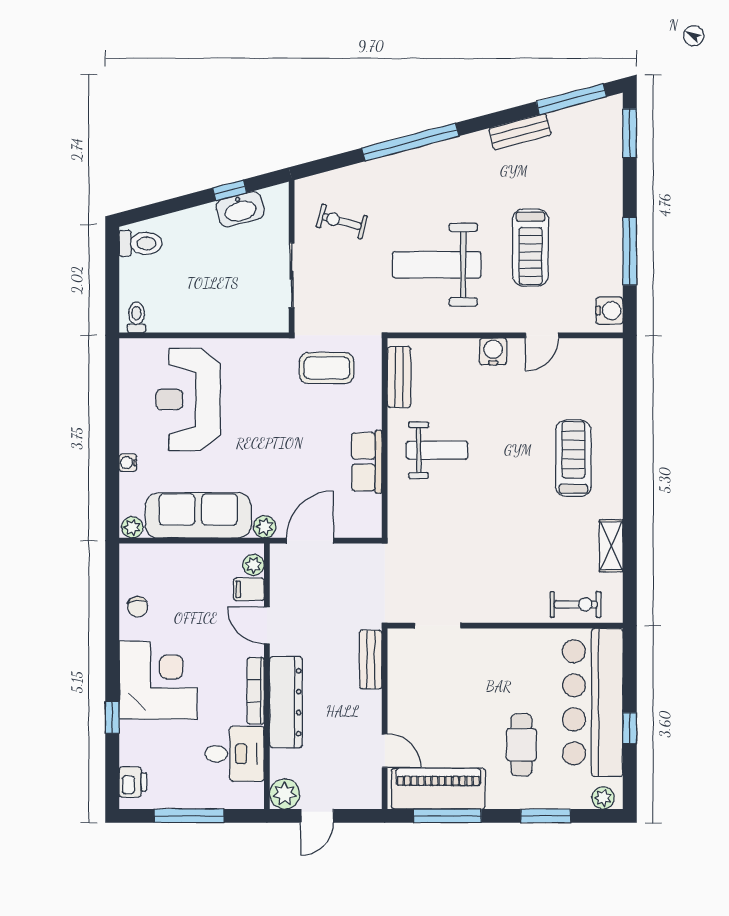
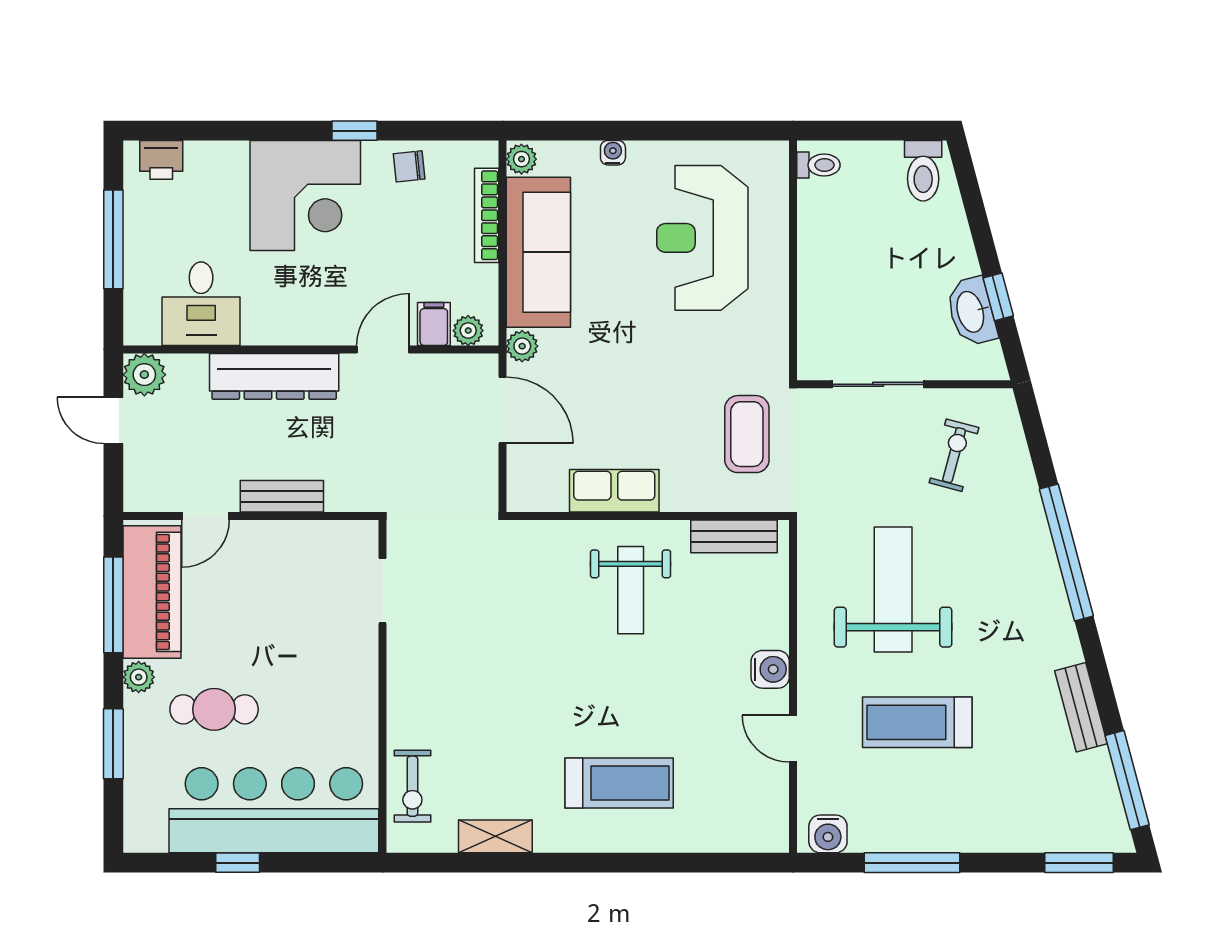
reception desk: (188, 399) -> (702, 238), turned -90
bench: (371, 660) -> (282, 496), moved
bookcase: (256, 691) -> (487, 215), moved, turned -90
window: (112, 717) -> (355, 131), moved
plant: (603, 798) -> (139, 677), moved

